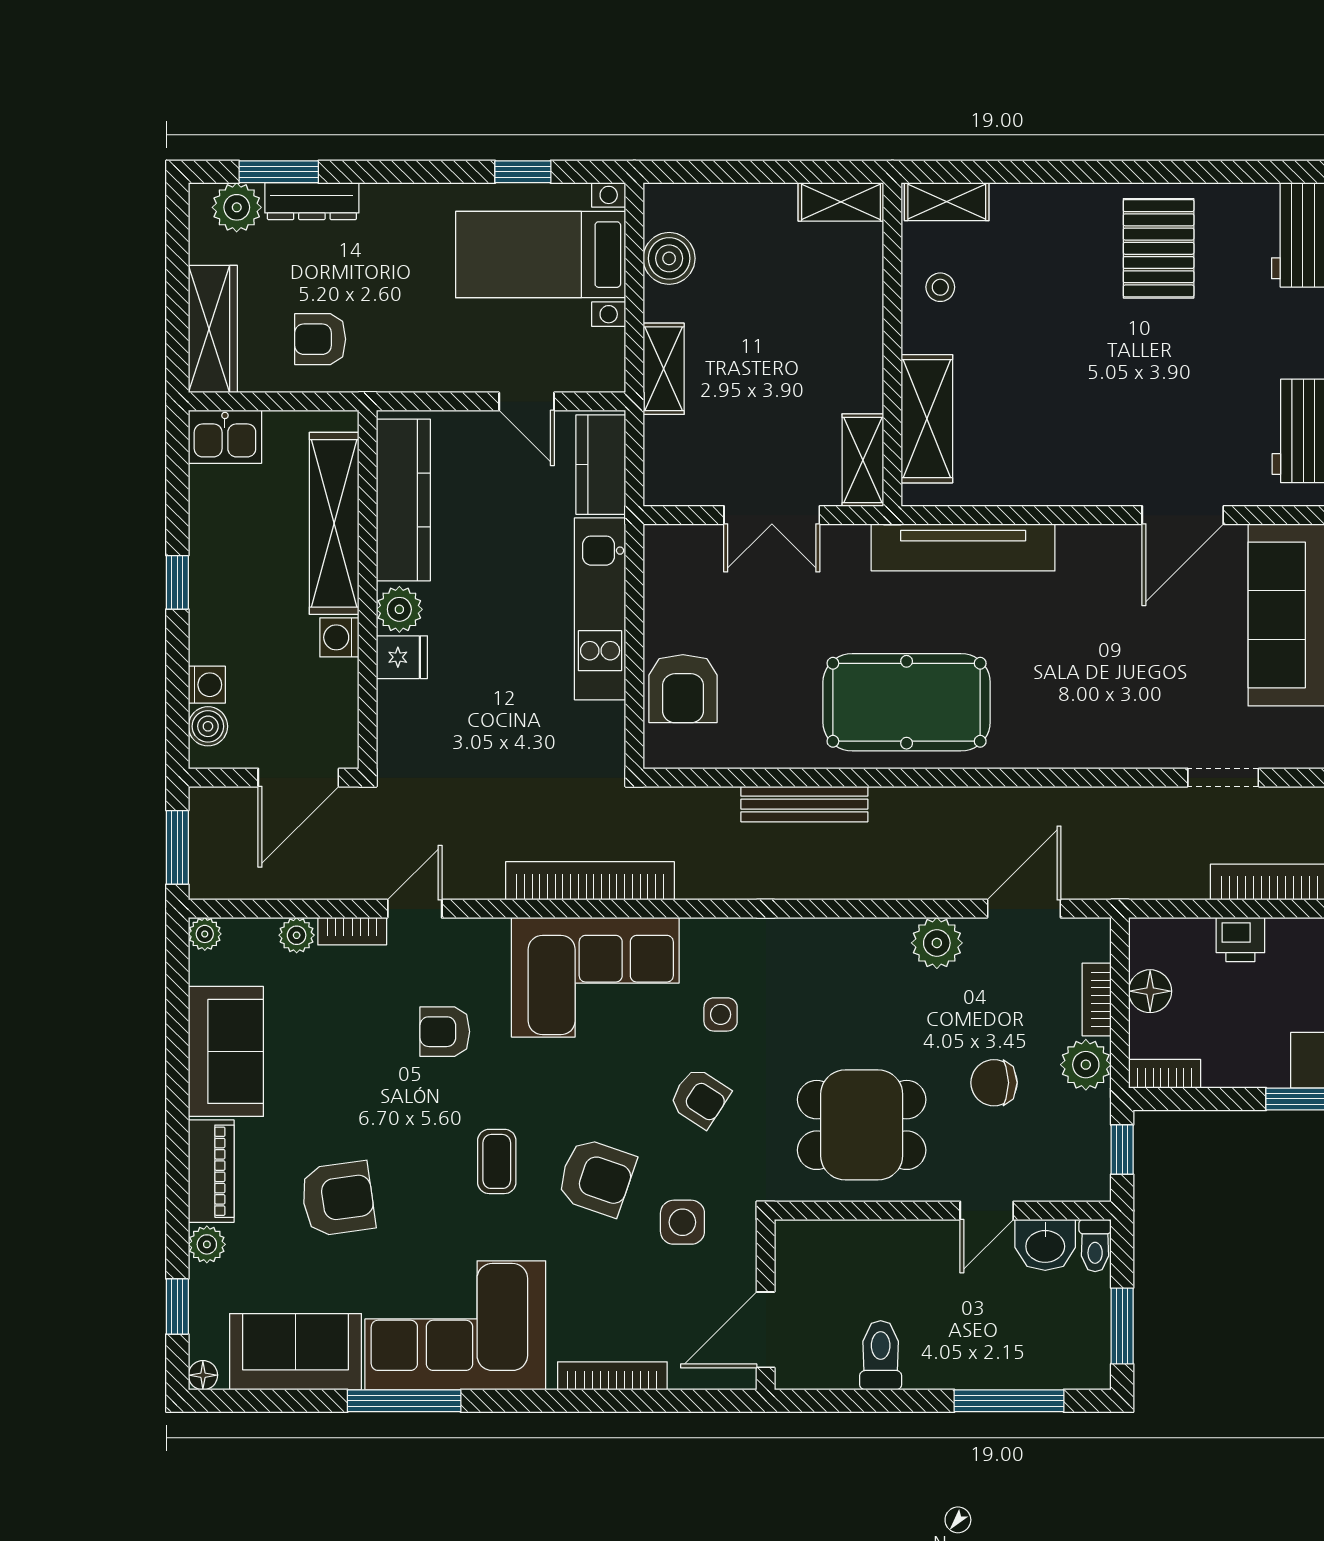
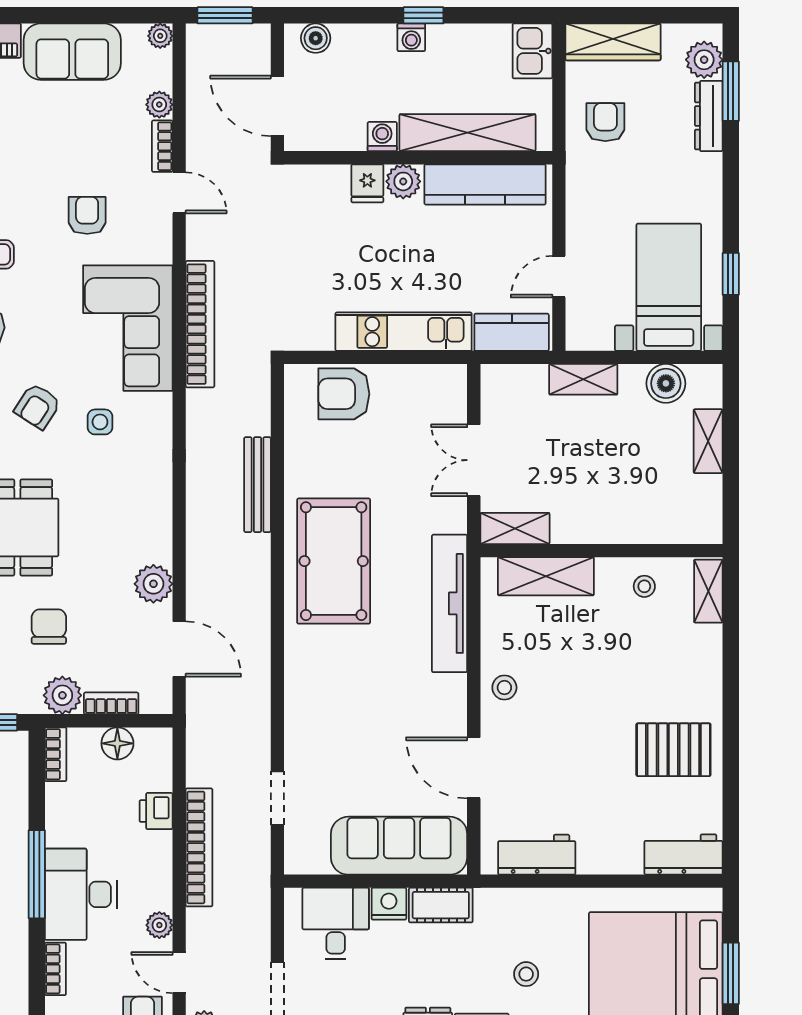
shelving: (841, 202) -> (708, 441), moved
stool: (1075, 474) -> (504, 688), added
washing machine: (207, 685) -> (411, 37), moved

